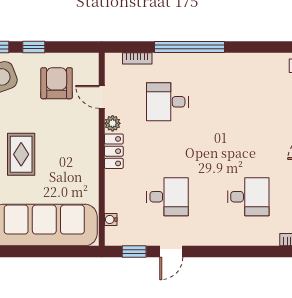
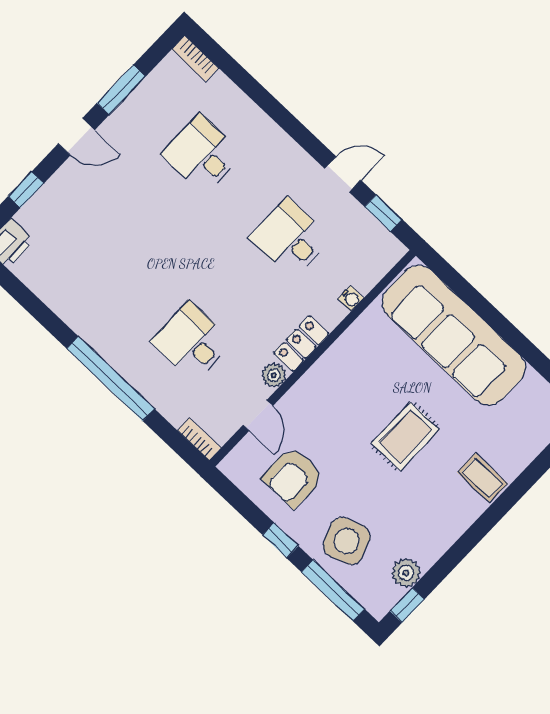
bookcase: (137, 58) -> (199, 439), moved
desk: (167, 102) -> (192, 342), turned 180
water cooler: (111, 219) -> (351, 298), moved

